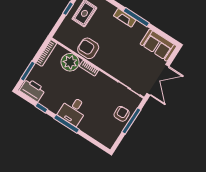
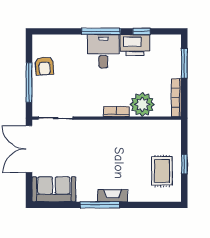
armchair: (88, 48) -> (132, 134), removed
printer: (33, 90) -> (135, 45), moved
armchair: (122, 114) -> (44, 66), moved

